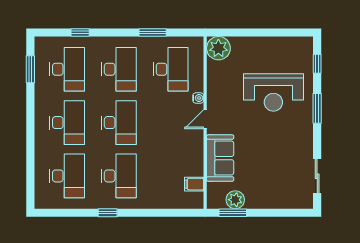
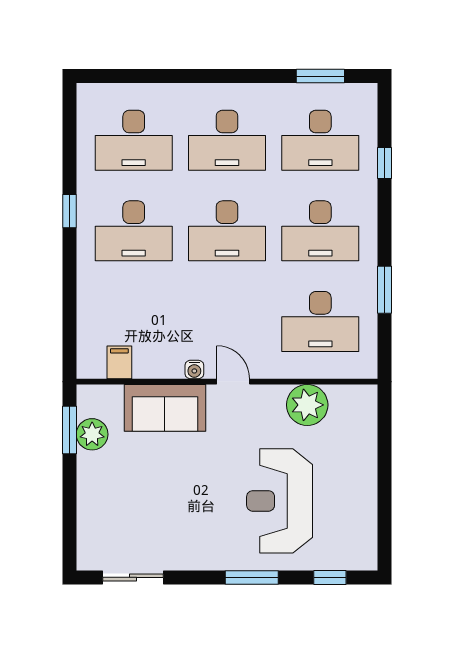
plant: (218, 48) -> (307, 405), moved
water cooler: (198, 98) -> (194, 369), moved

